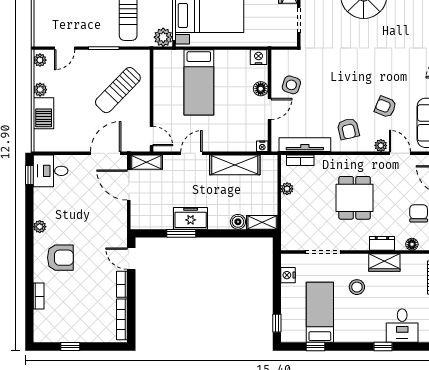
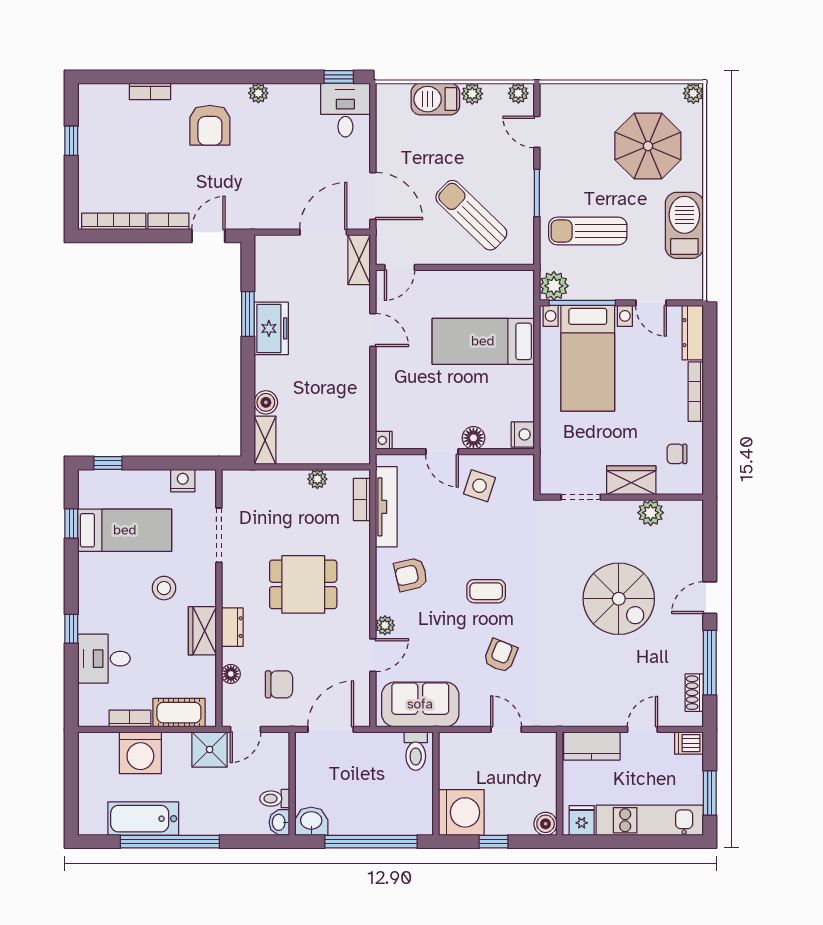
coffee table: (359, 81) -> (486, 591), added
armchair: (385, 107) -> (500, 656), moved
shelving: (235, 165) -> (355, 397), removed

